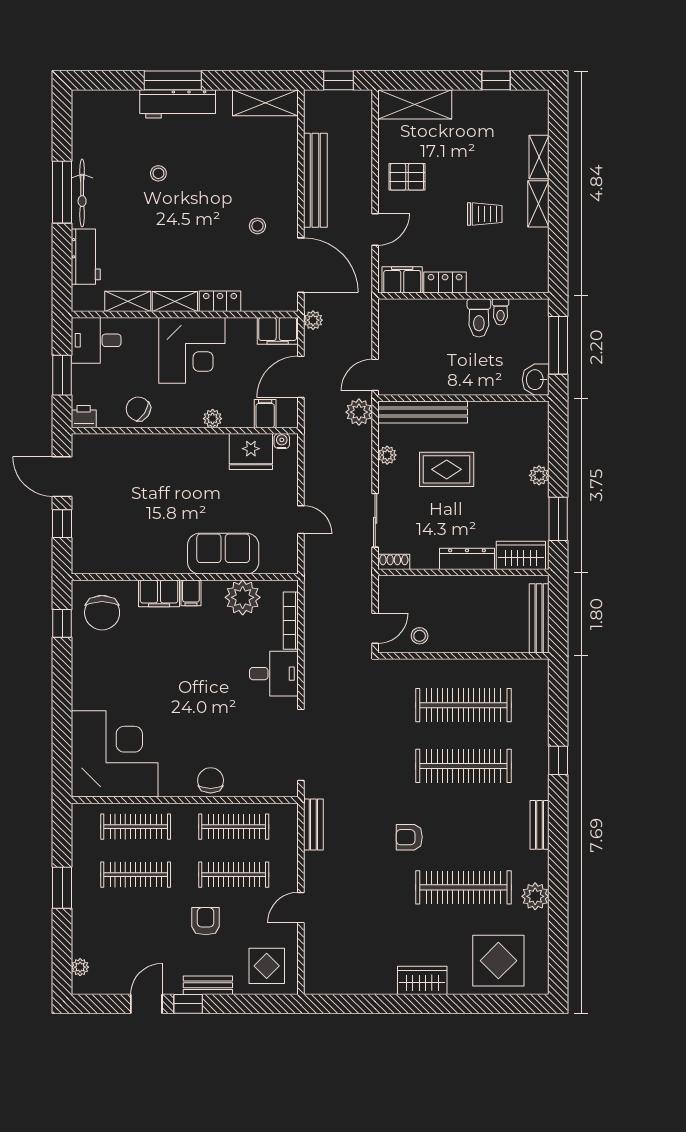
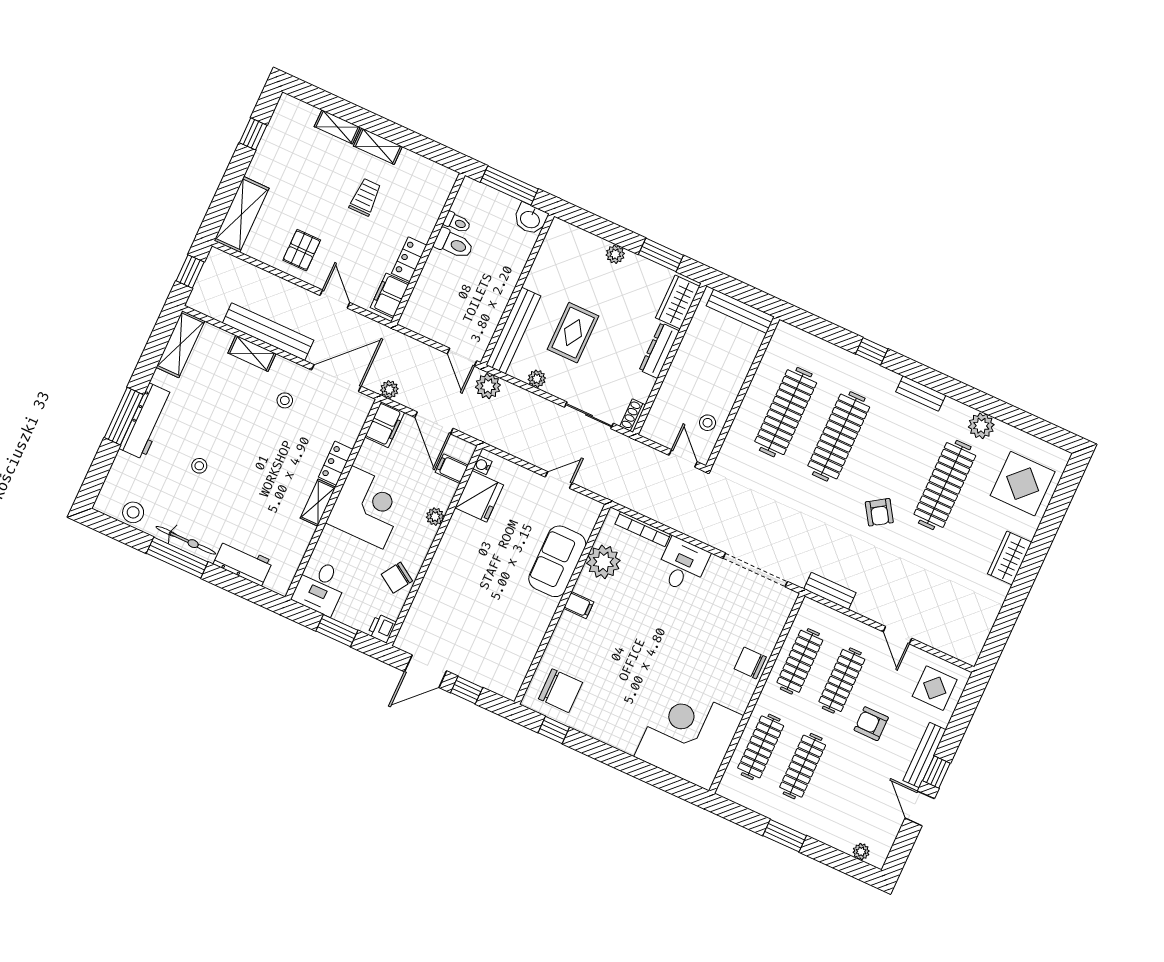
stool: (86, 131) -> (133, 512), added
shelving: (128, 301) -> (252, 353), moved, turned 90
filing cabinet: (159, 593) -> (566, 633), removed
armchair: (409, 837) -> (879, 512), turned -33
bench: (208, 985) -> (925, 755), width x1.36

